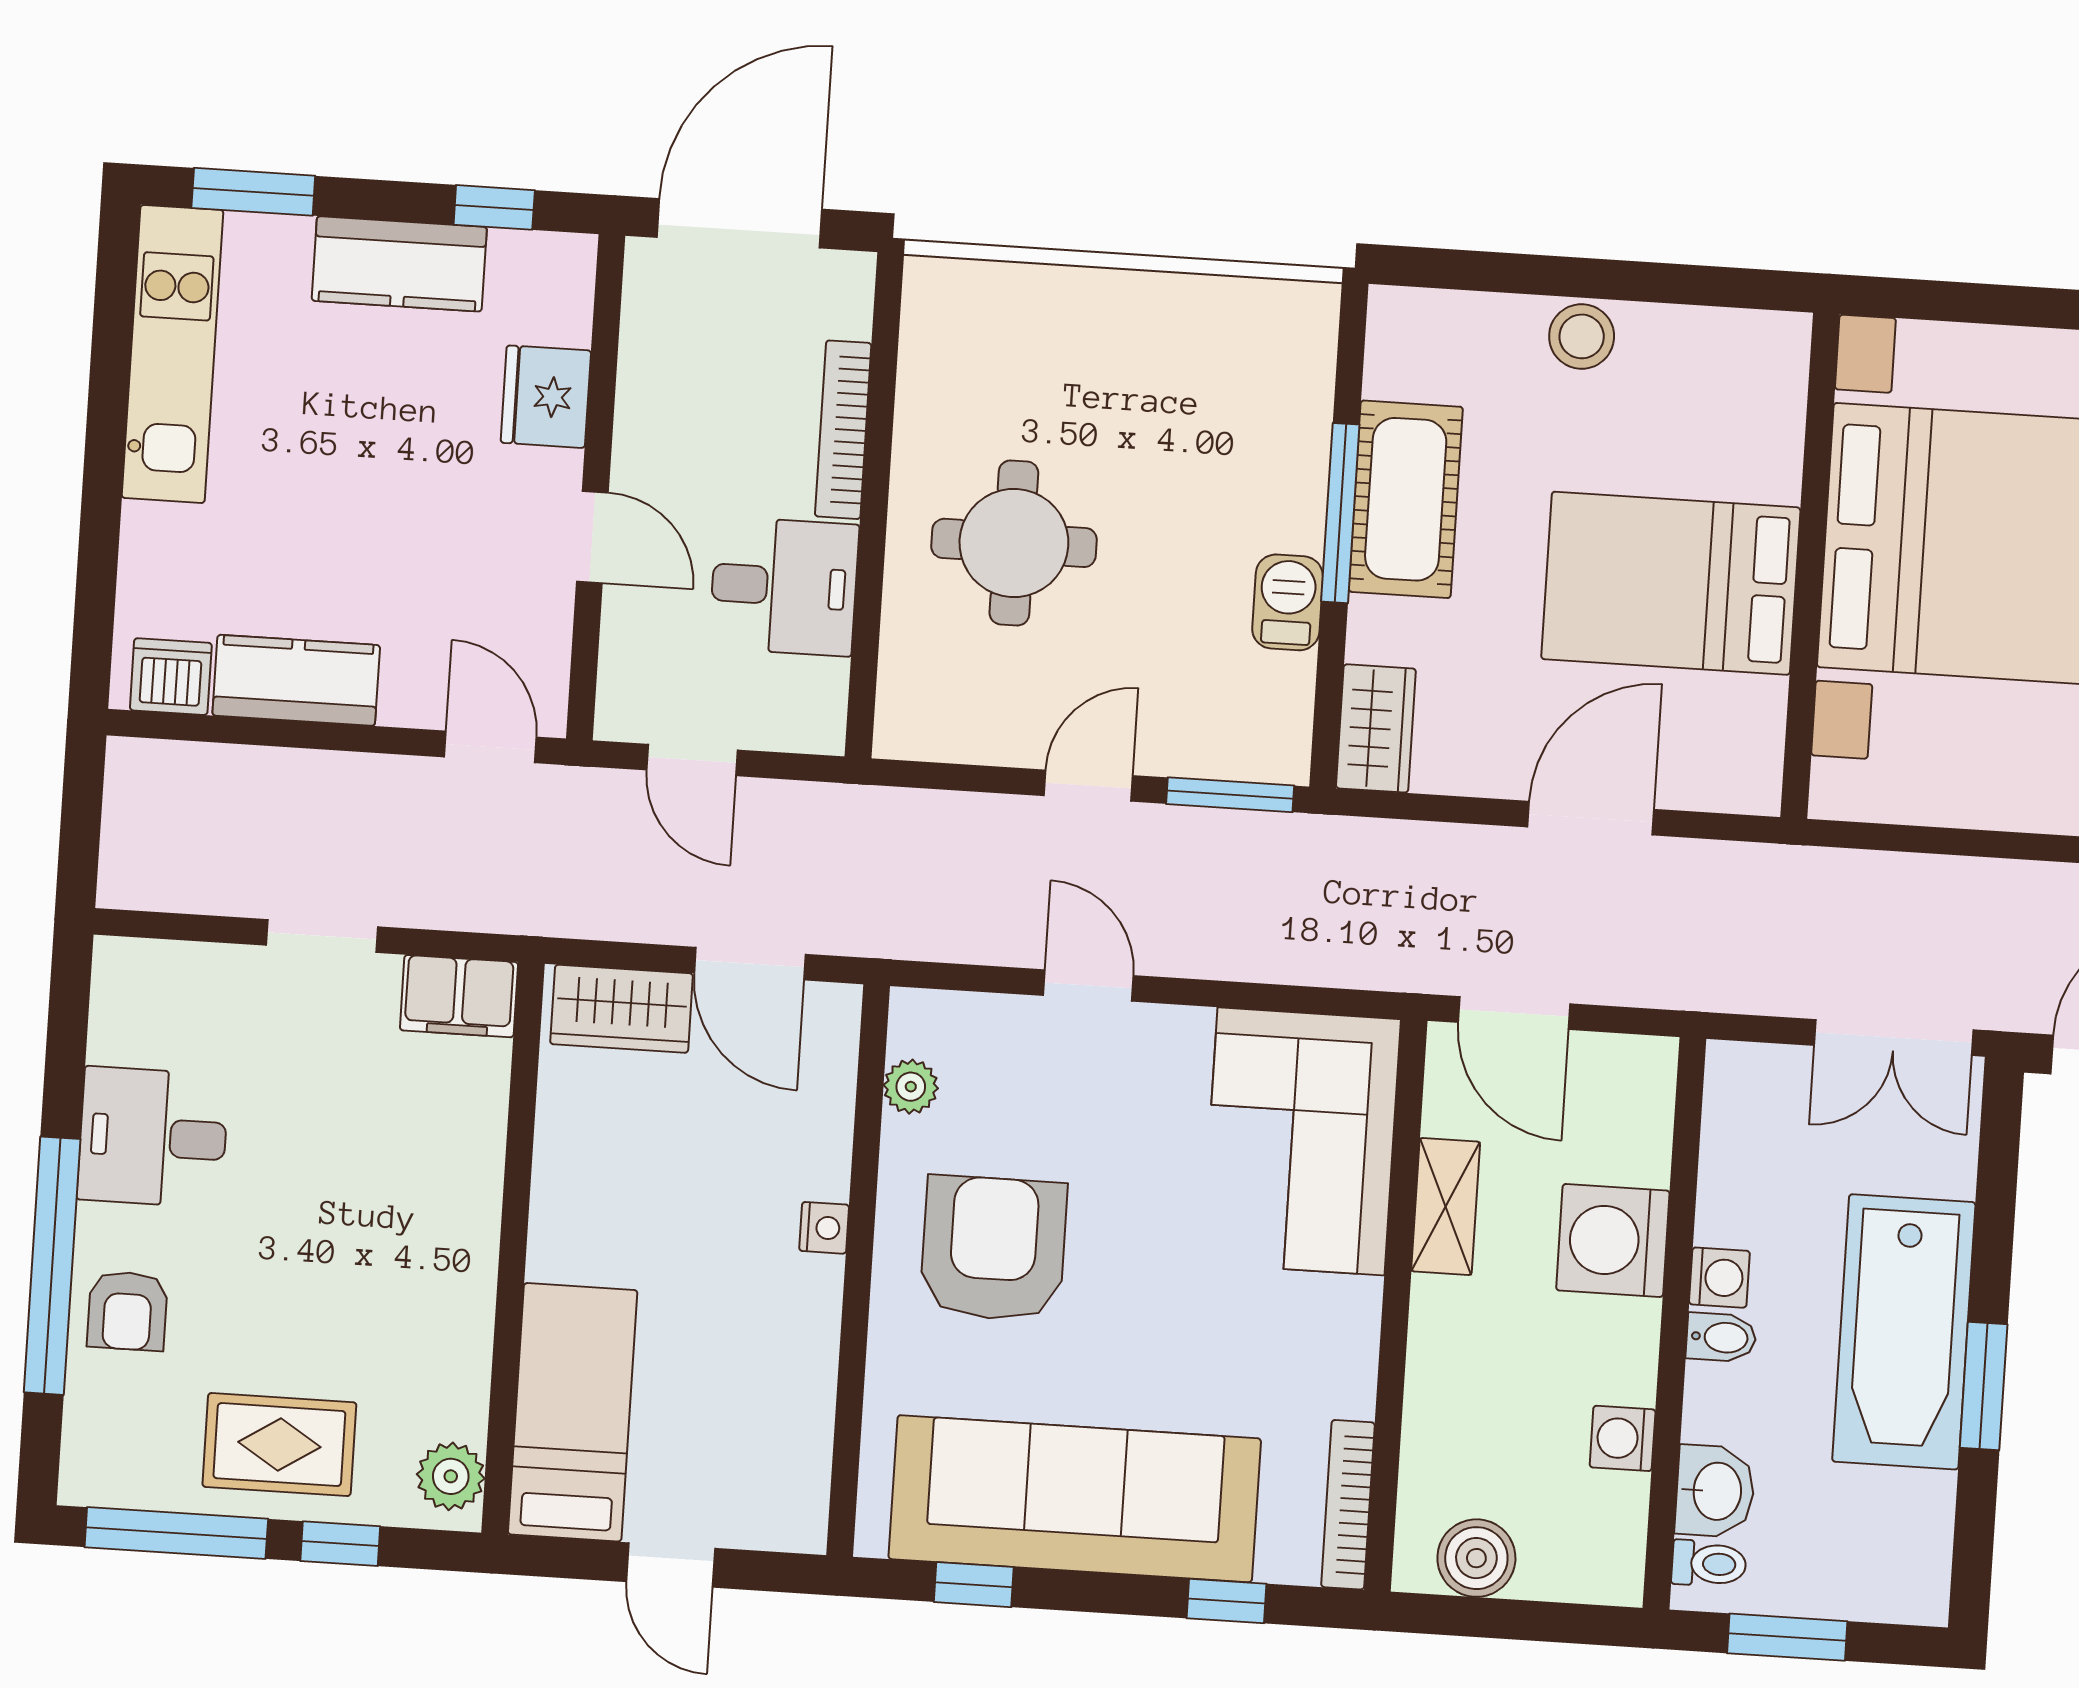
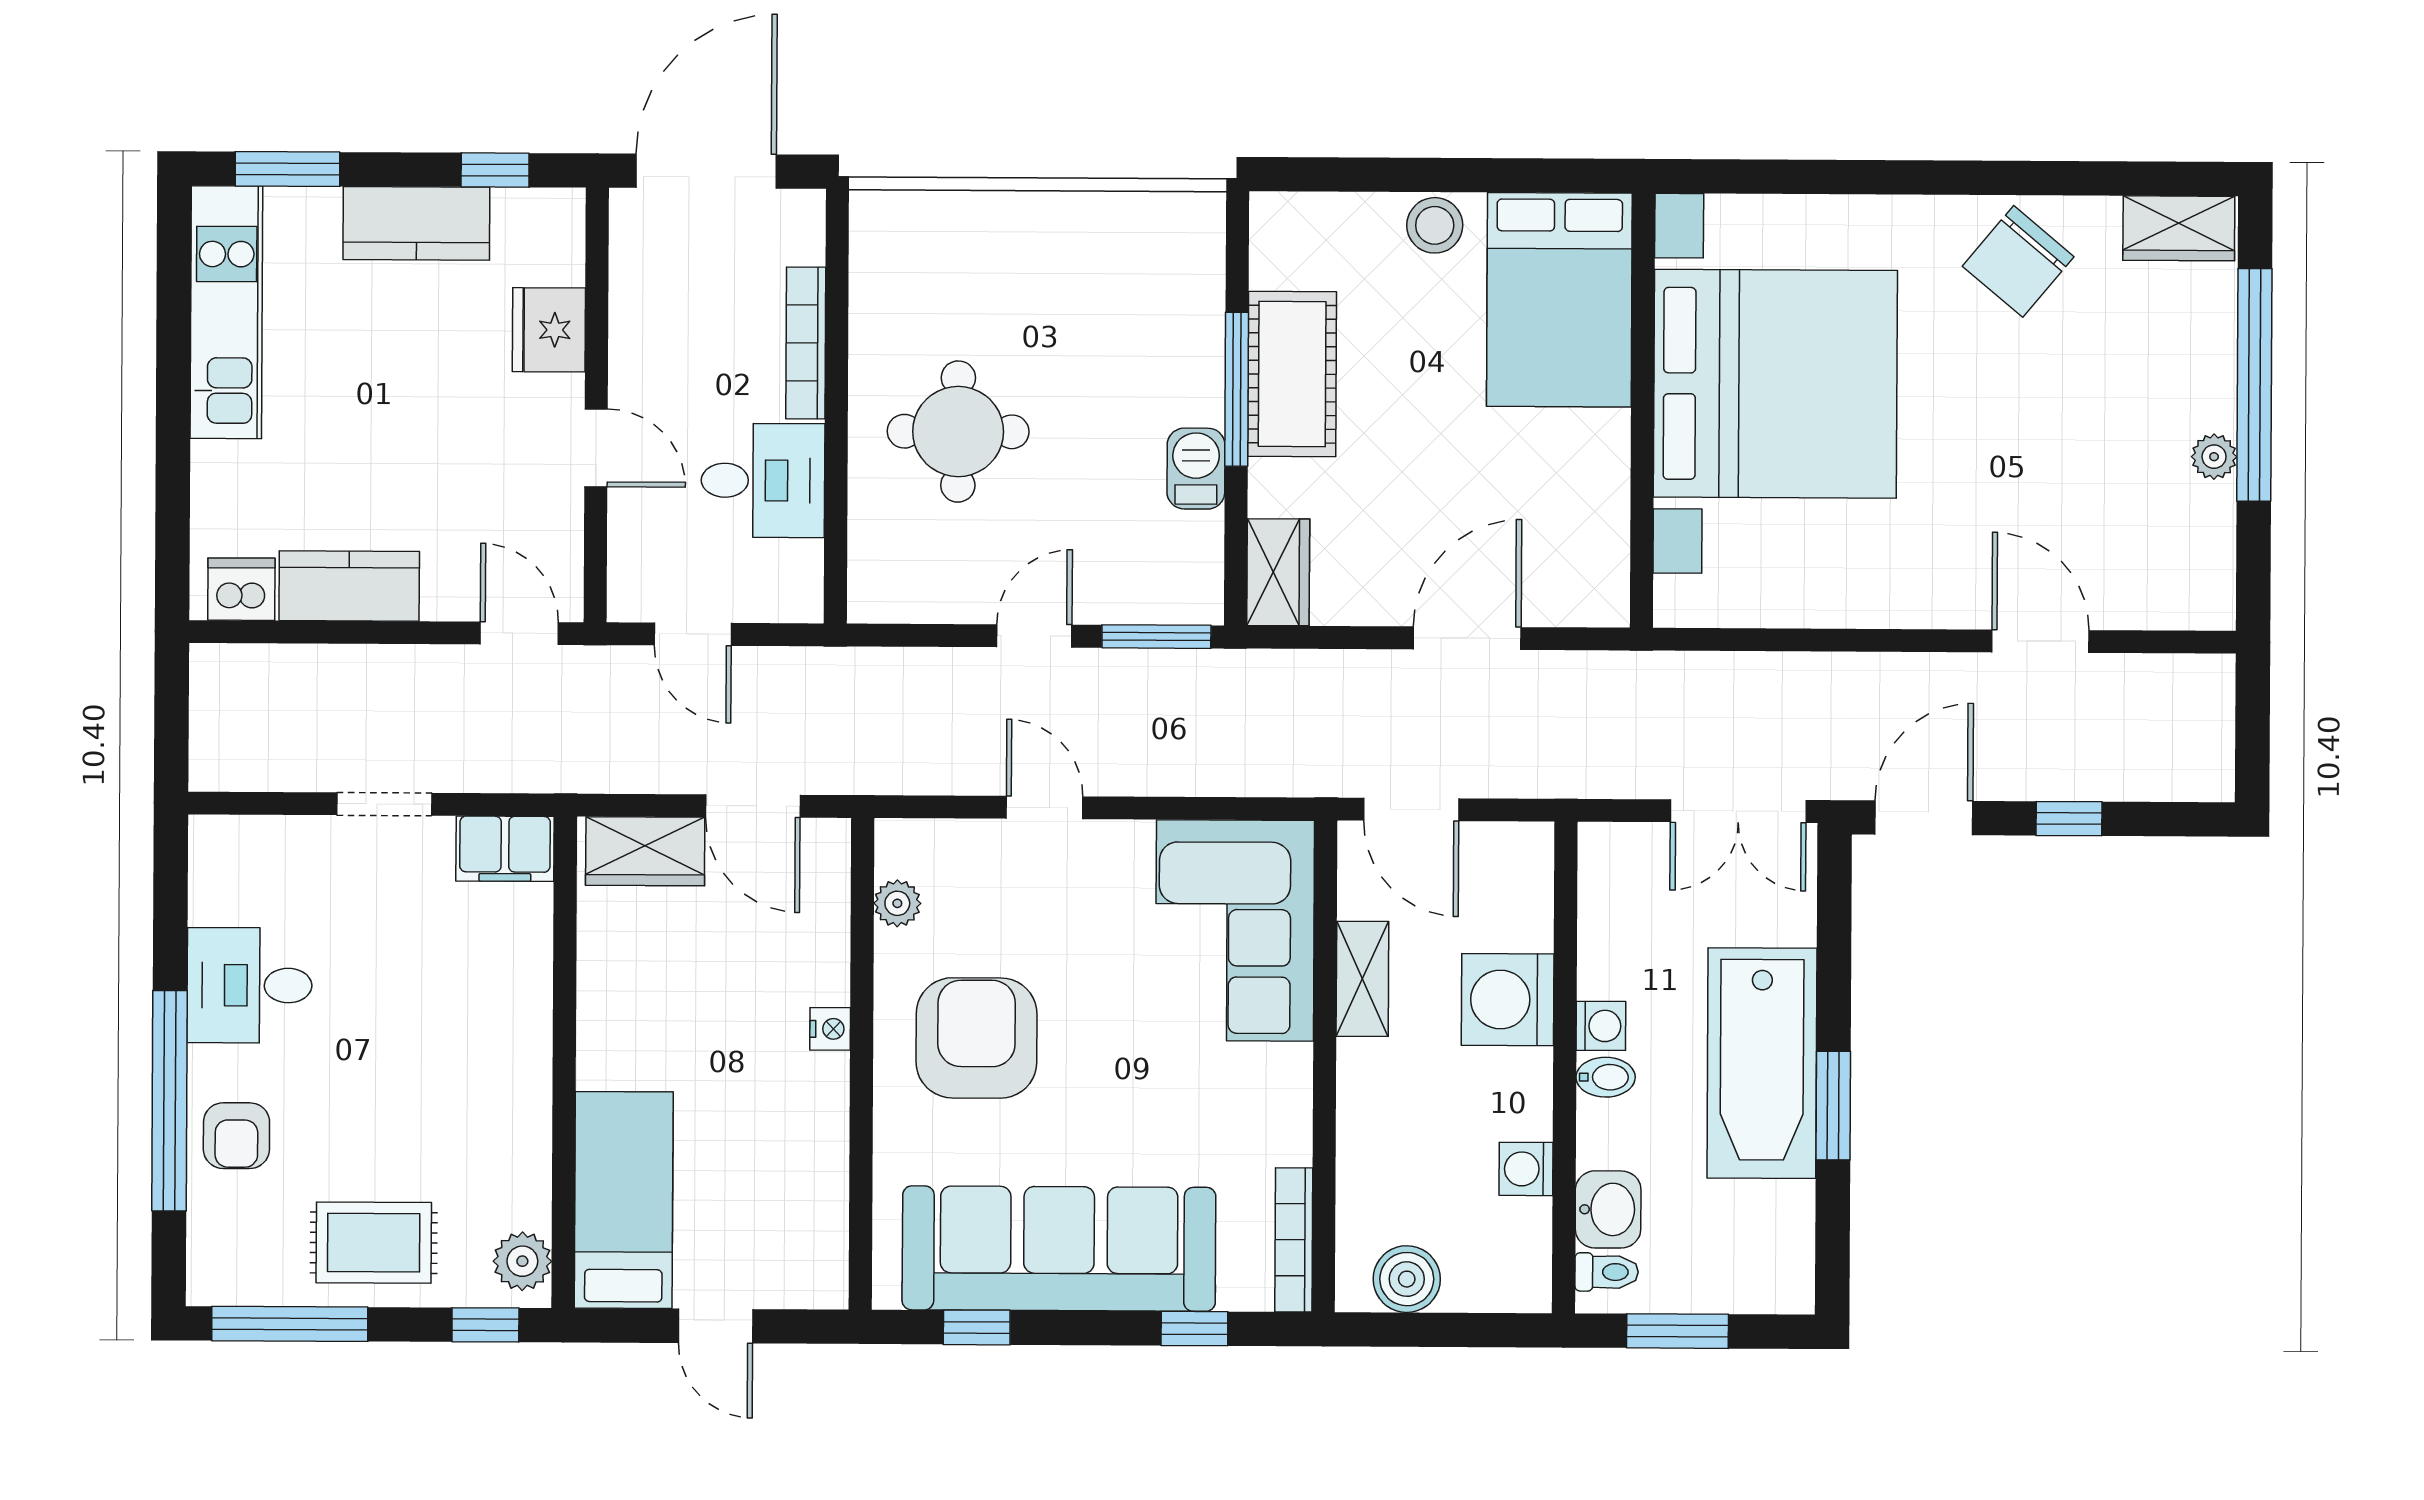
bed: (1671, 583) -> (1559, 300), moved, turned -90
window: (340, 1544) -> (485, 1325), moved

